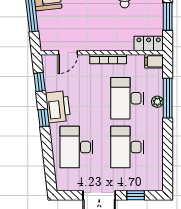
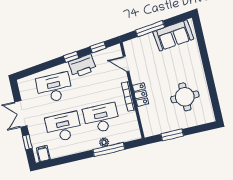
locker: (149, 44) -> (141, 94), moved
filing cabinet: (154, 61) -> (43, 154), moved

